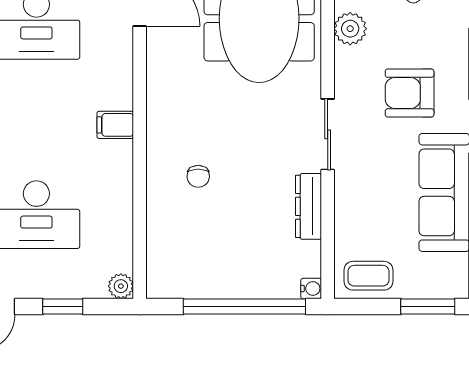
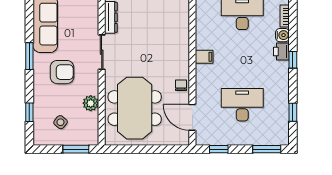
chair: (198, 176) -> (181, 85), moved

